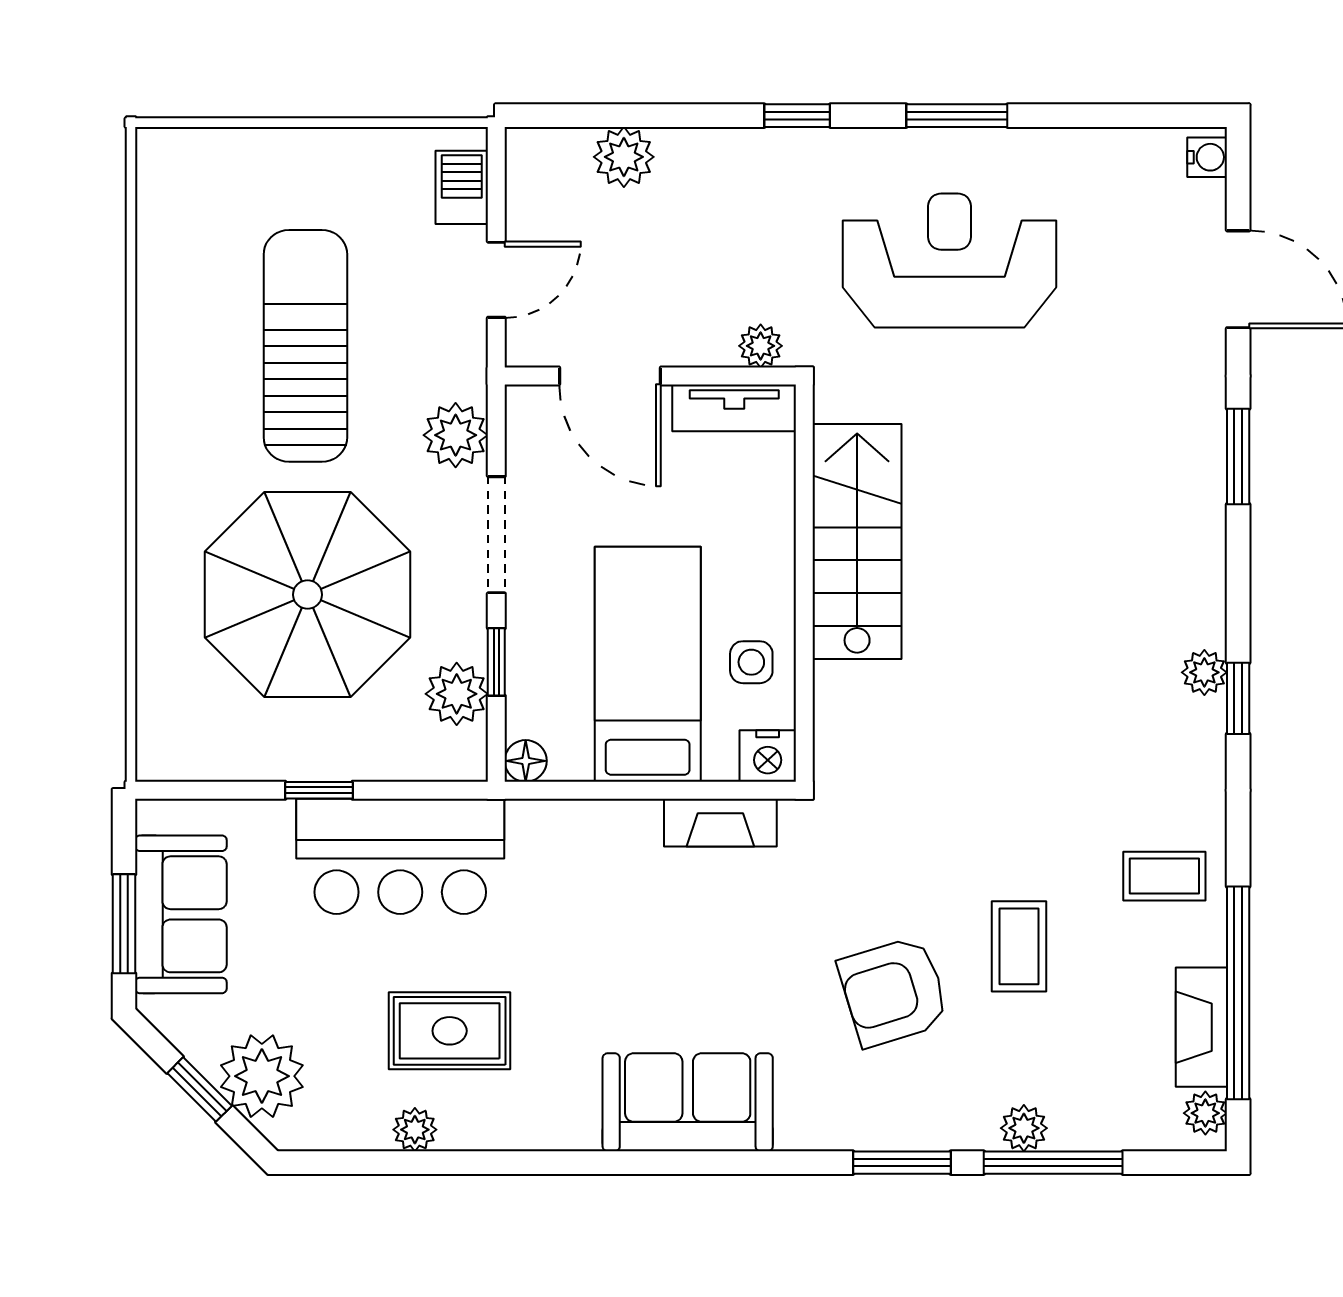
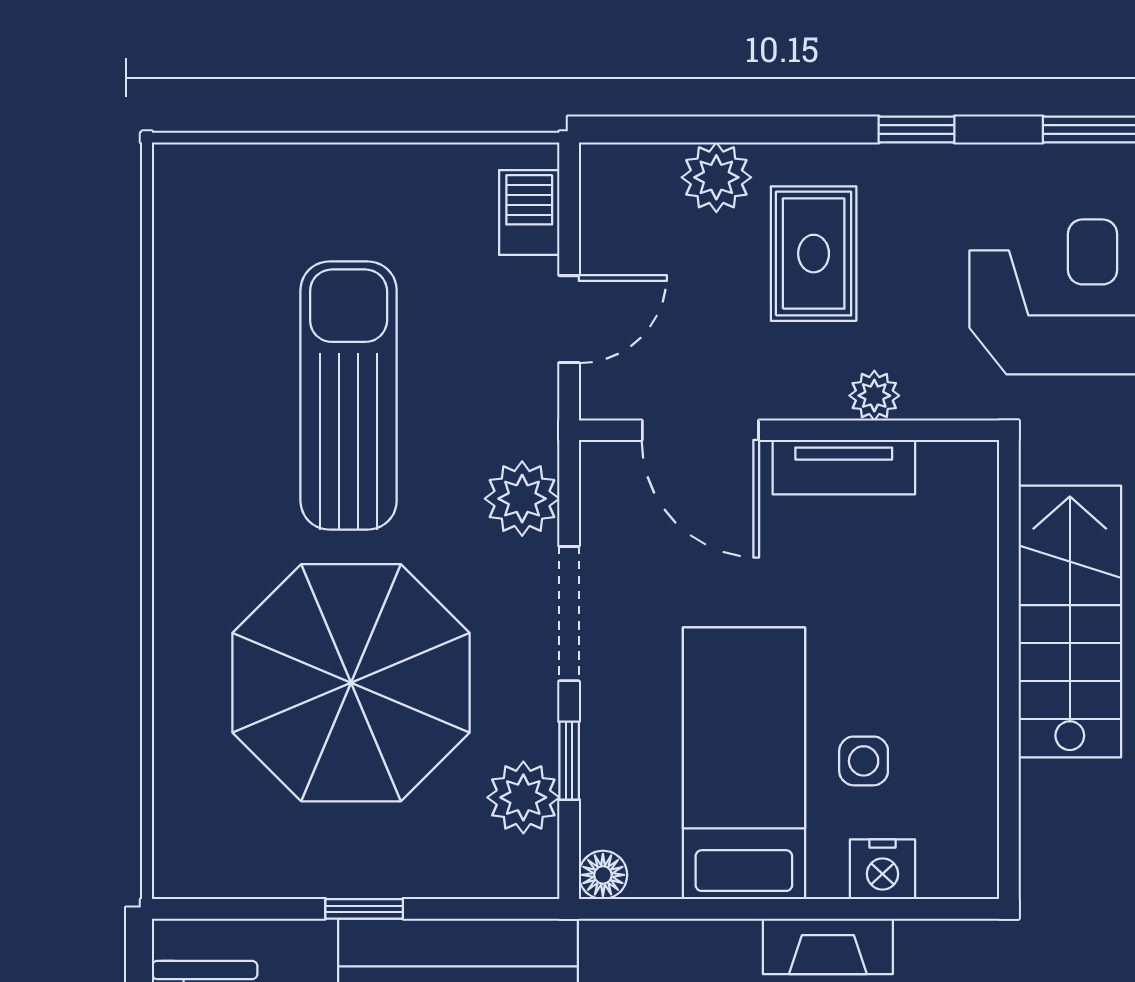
rug: (708, 223) -> (814, 254), added
stairs: (857, 542) -> (1070, 621), moved
wall: (804, 583) -> (1009, 670), moved

